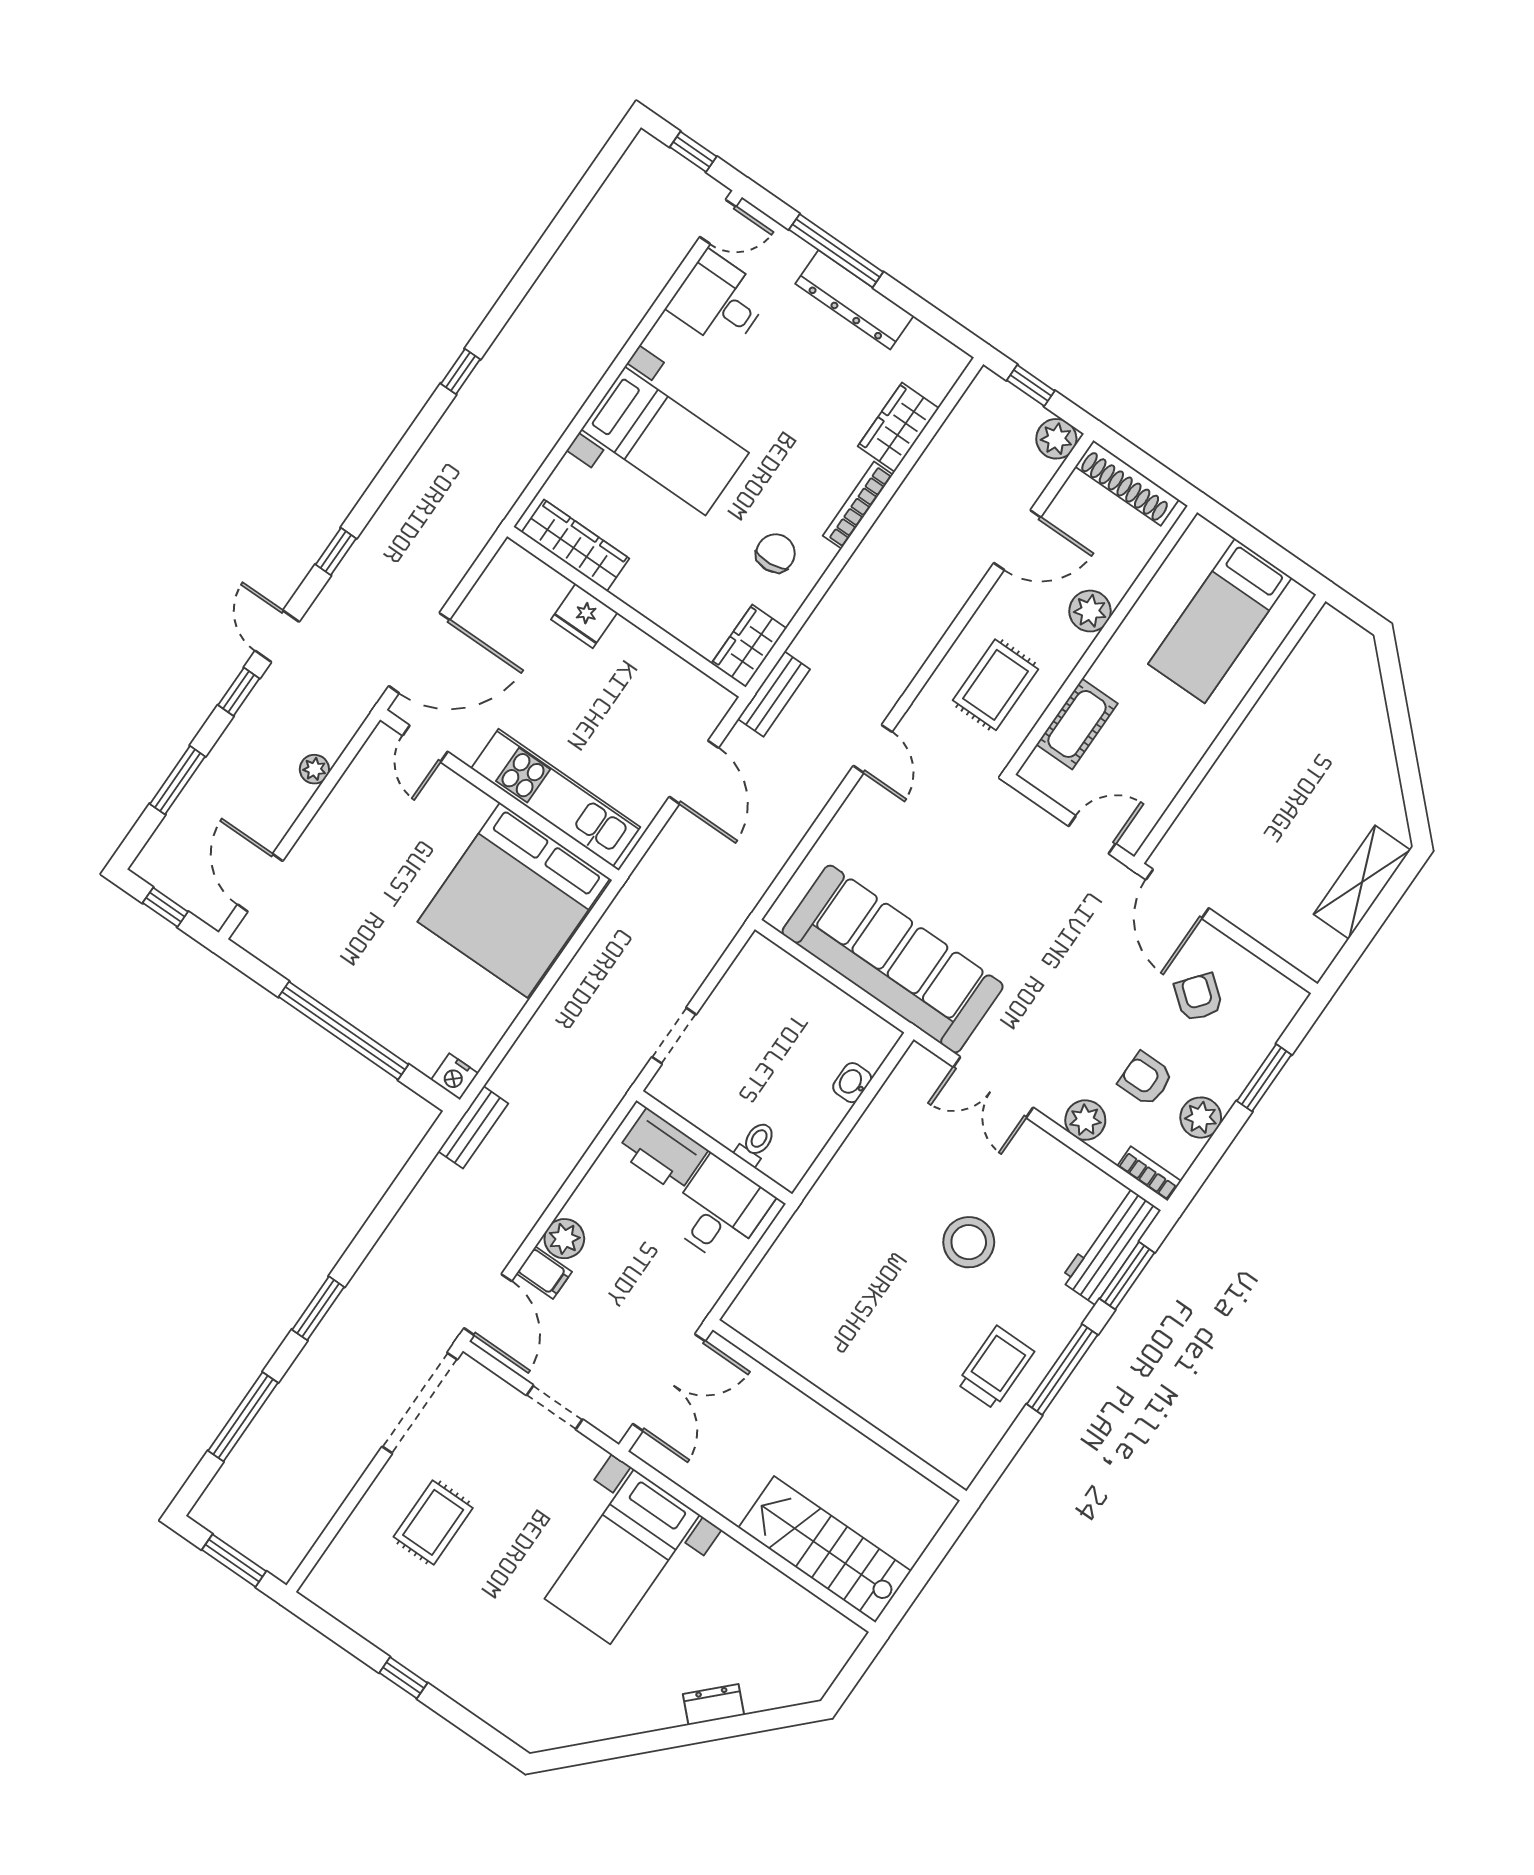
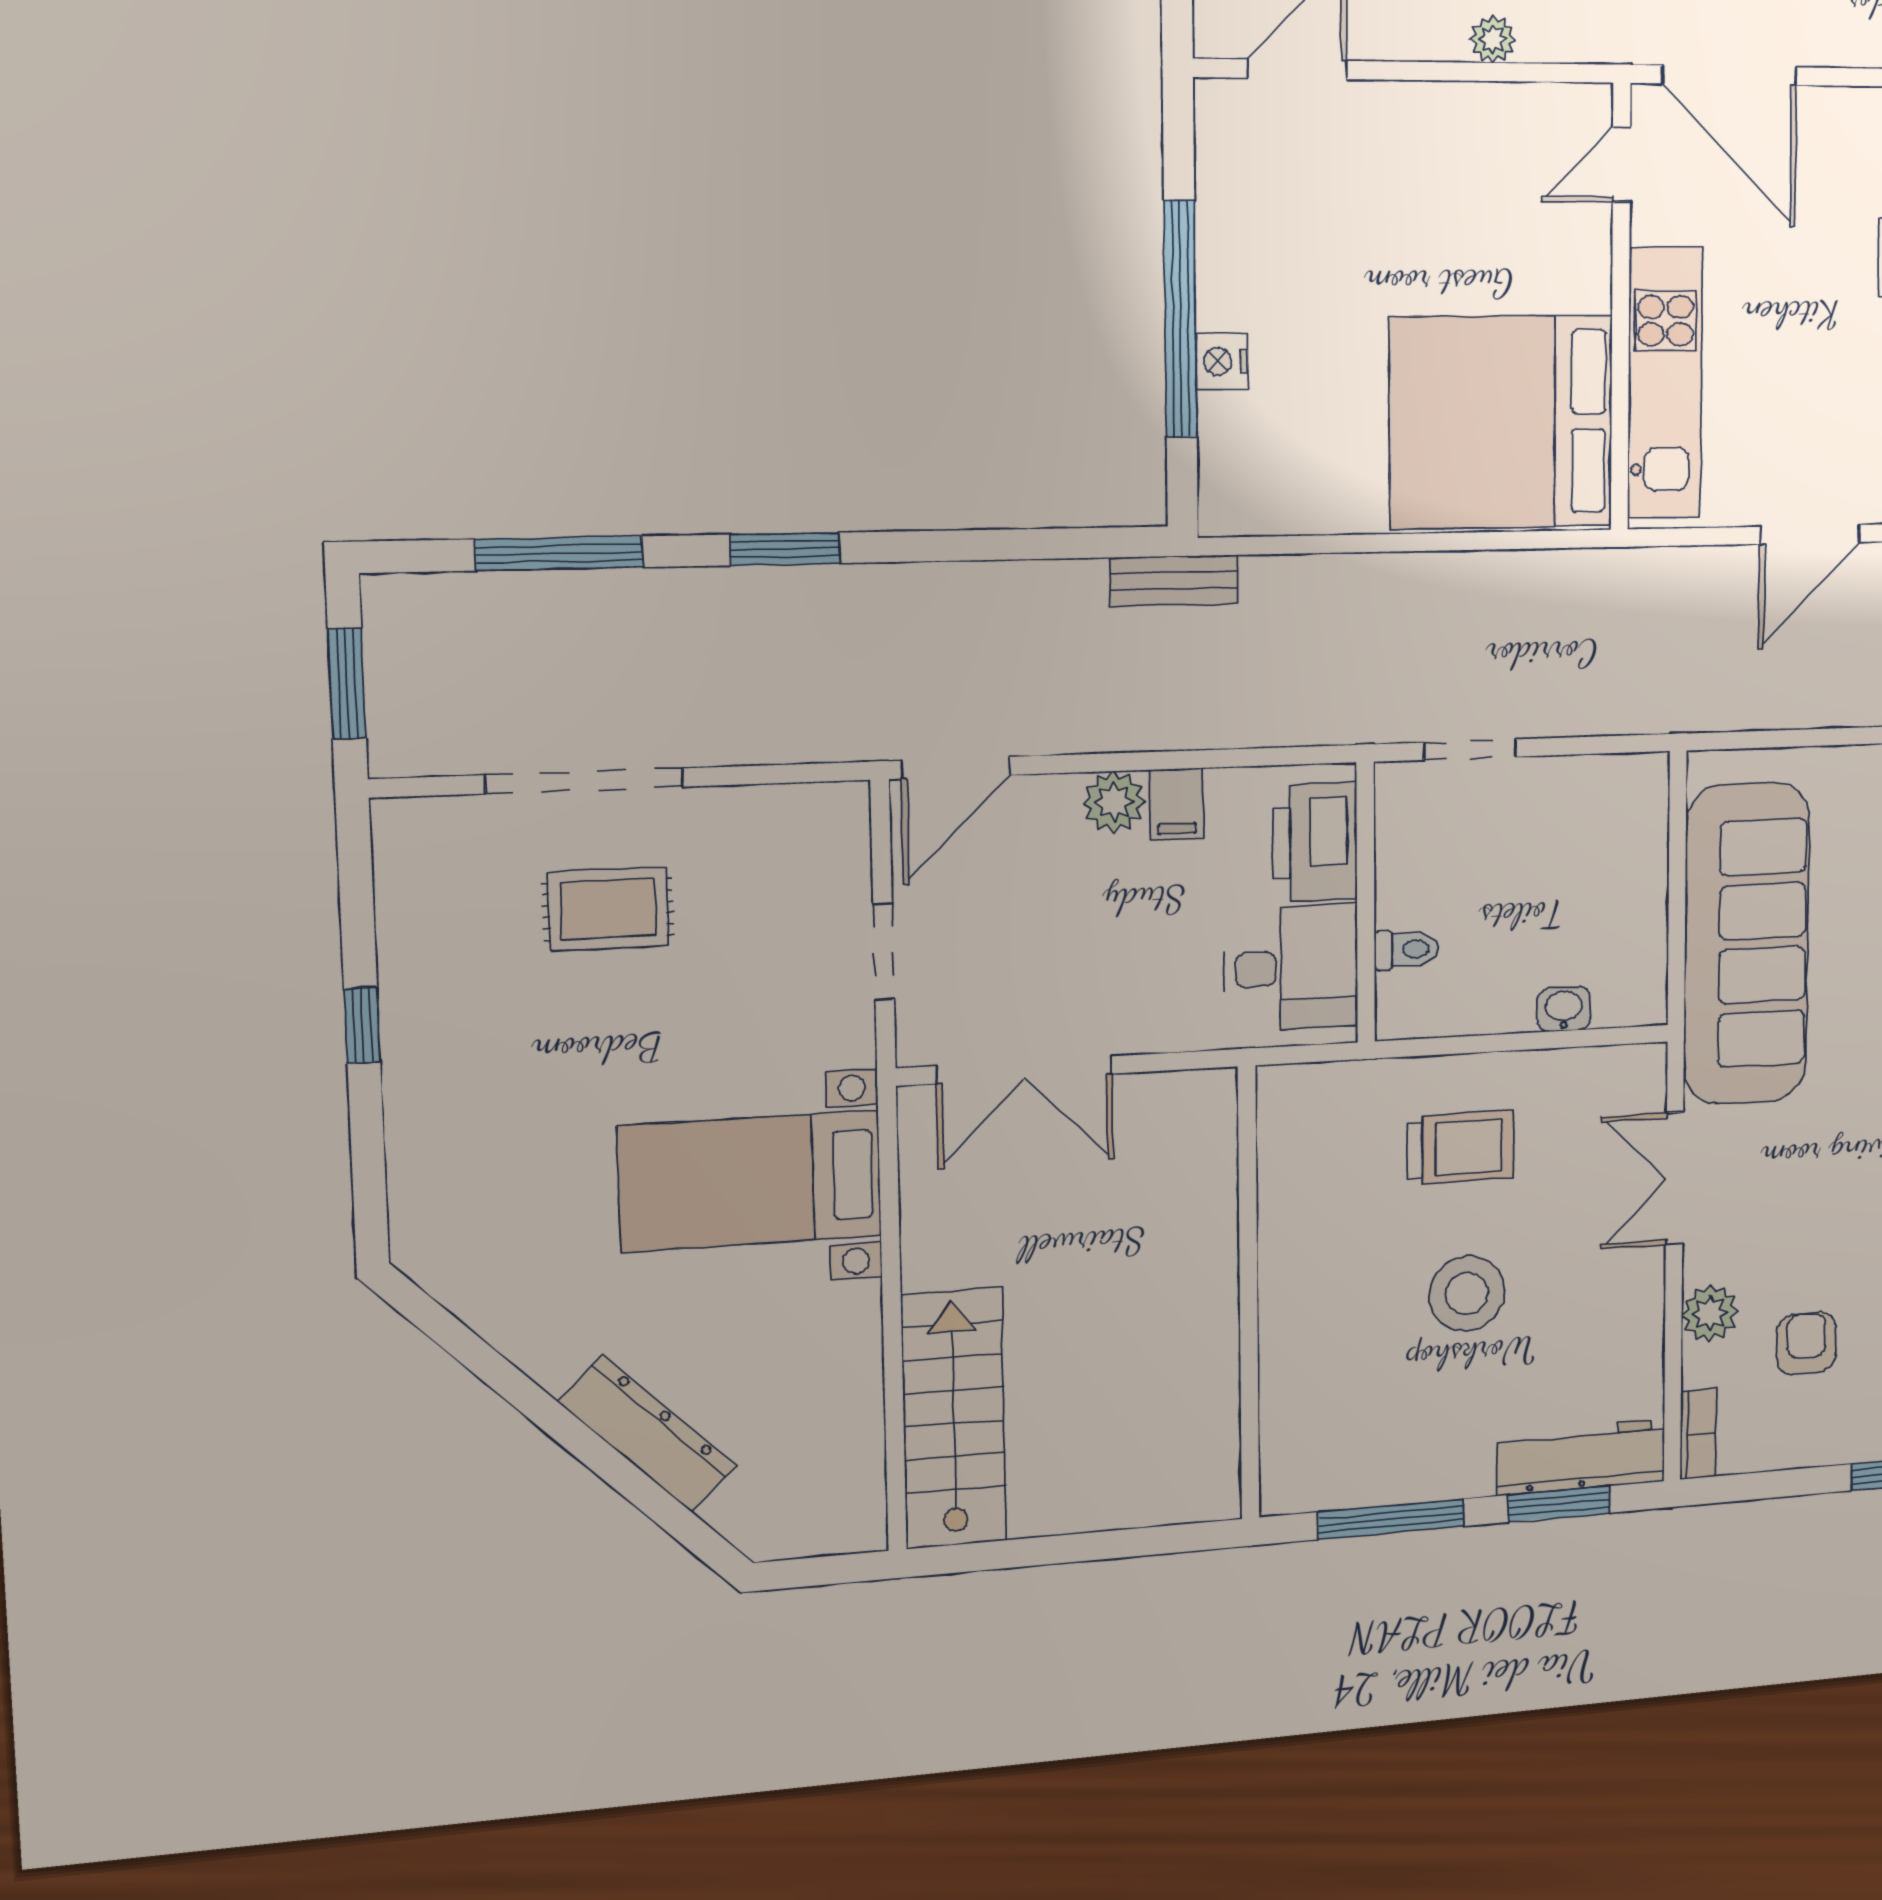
nightstand: (455, 1077) -> (1222, 361), moved
plant: (1201, 1118) -> (1804, 1440), removed
filing cabinet: (544, 1273) -> (1177, 804), moved
trolley: (996, 1368) -> (1461, 1147), moved
doorway: (420, 1403) -> (584, 781), moved
wall: (840, 1410) -> (1249, 1294), moved
dresser: (714, 1705) -> (648, 1434), width x1.96, depth x1.24

